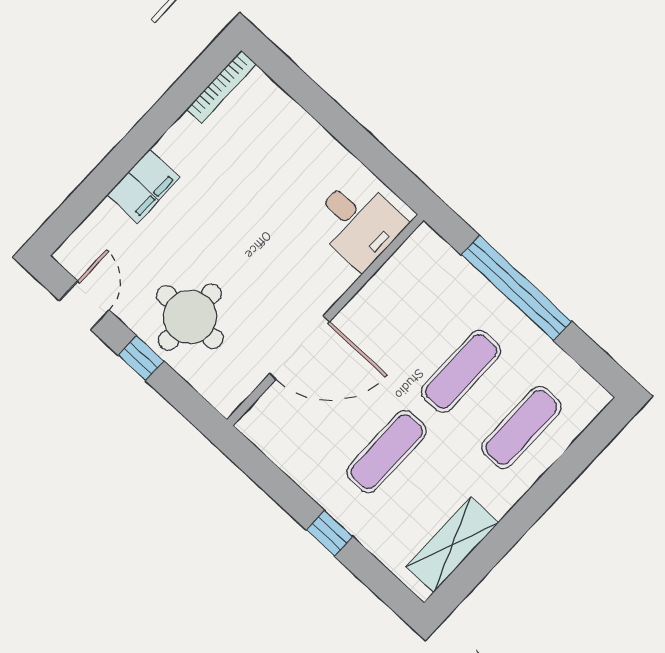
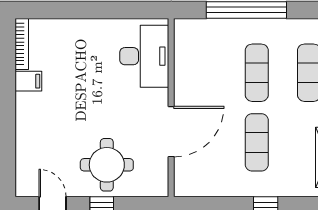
filing cabinet: (143, 186) -> (28, 81), moved, width x0.50
desk: (358, 222) -> (144, 56), width x1.37

